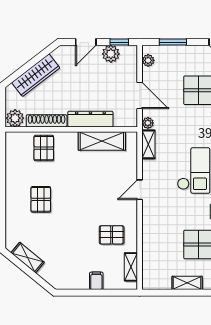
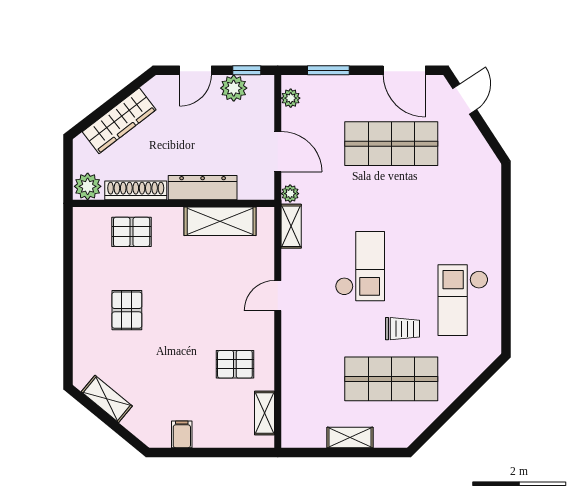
pallet: (44, 148) -> (132, 232), turned 90
filing cabinet: (96, 281) -> (182, 434), moved

